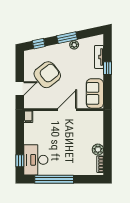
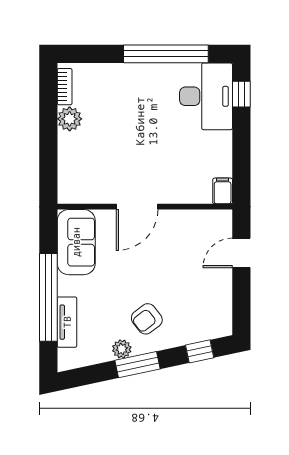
window: (108, 68) -> (48, 297), width x3.17
armchair: (47, 75) -> (147, 319), moved, width x0.53, depth x0.53

